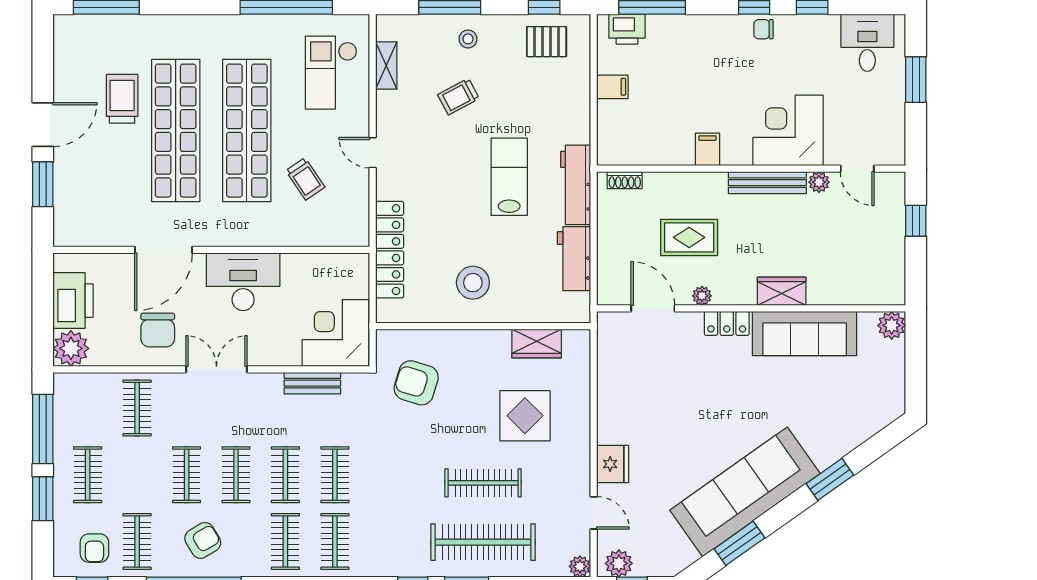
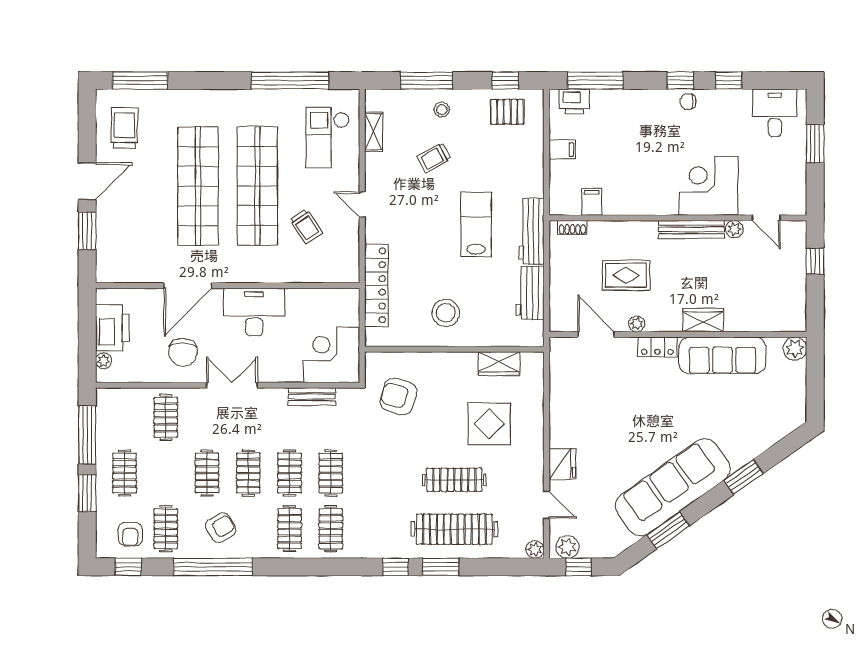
trolley: (122, 99) -> (124, 128), moved
filing cabinet: (707, 149) -> (592, 202), moved
plant: (71, 348) -> (104, 361), width x0.53, depth x0.53

